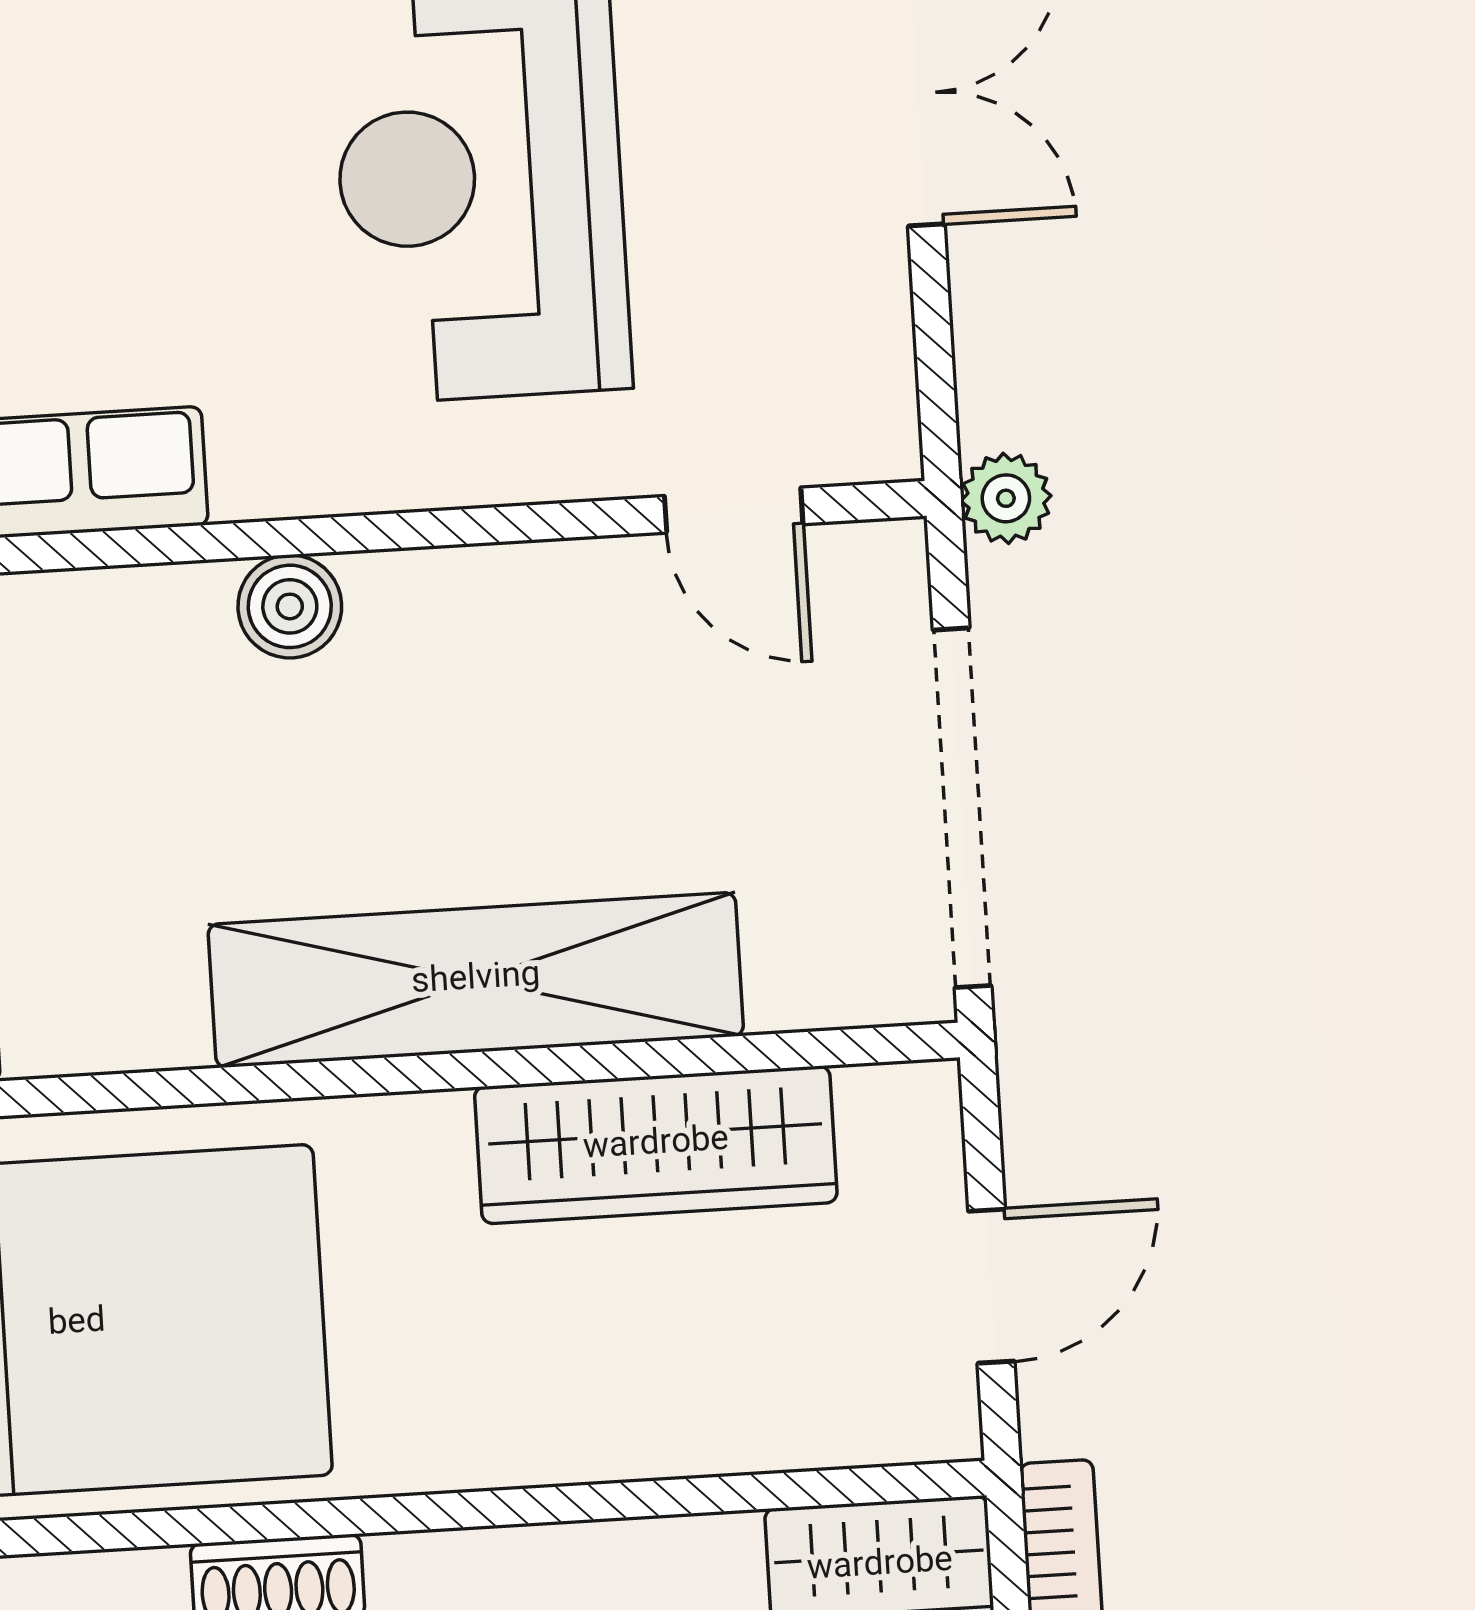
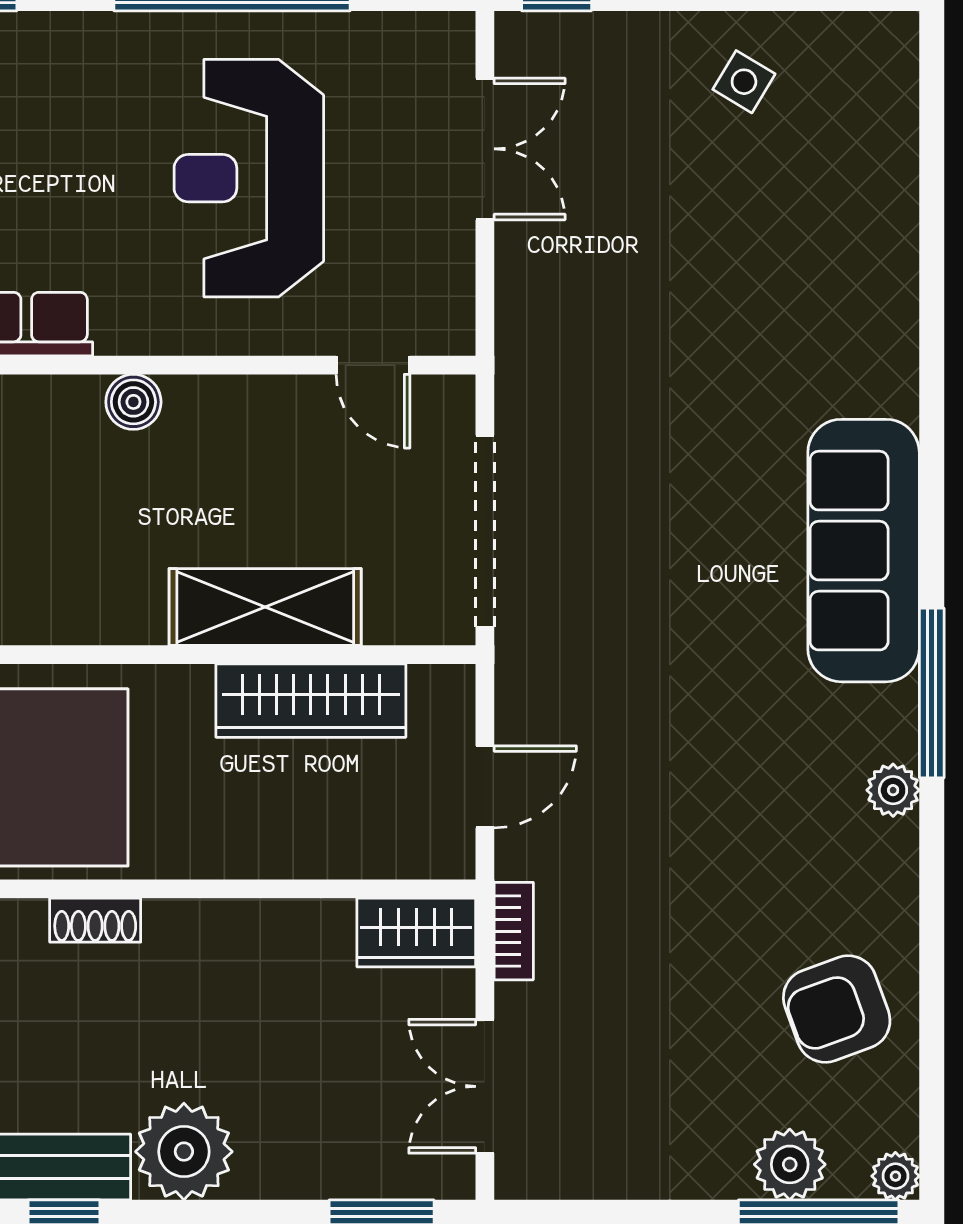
plant: (1006, 498) -> (518, 368), removed
shelving: (476, 980) -> (265, 607), width x0.68

